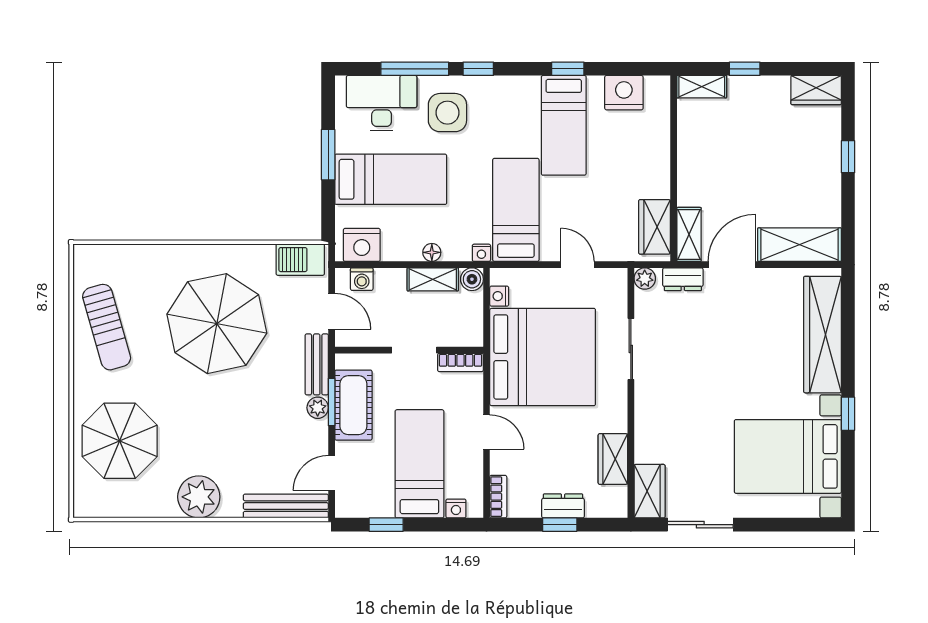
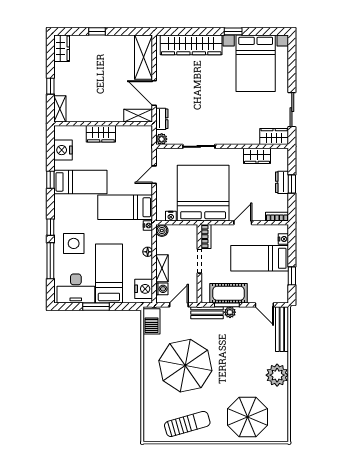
desk: (382, 103) -> (76, 288), moved, turned -90
wardrobe: (655, 227) -> (101, 134), moved
shelving: (433, 279) -> (162, 268), moved

